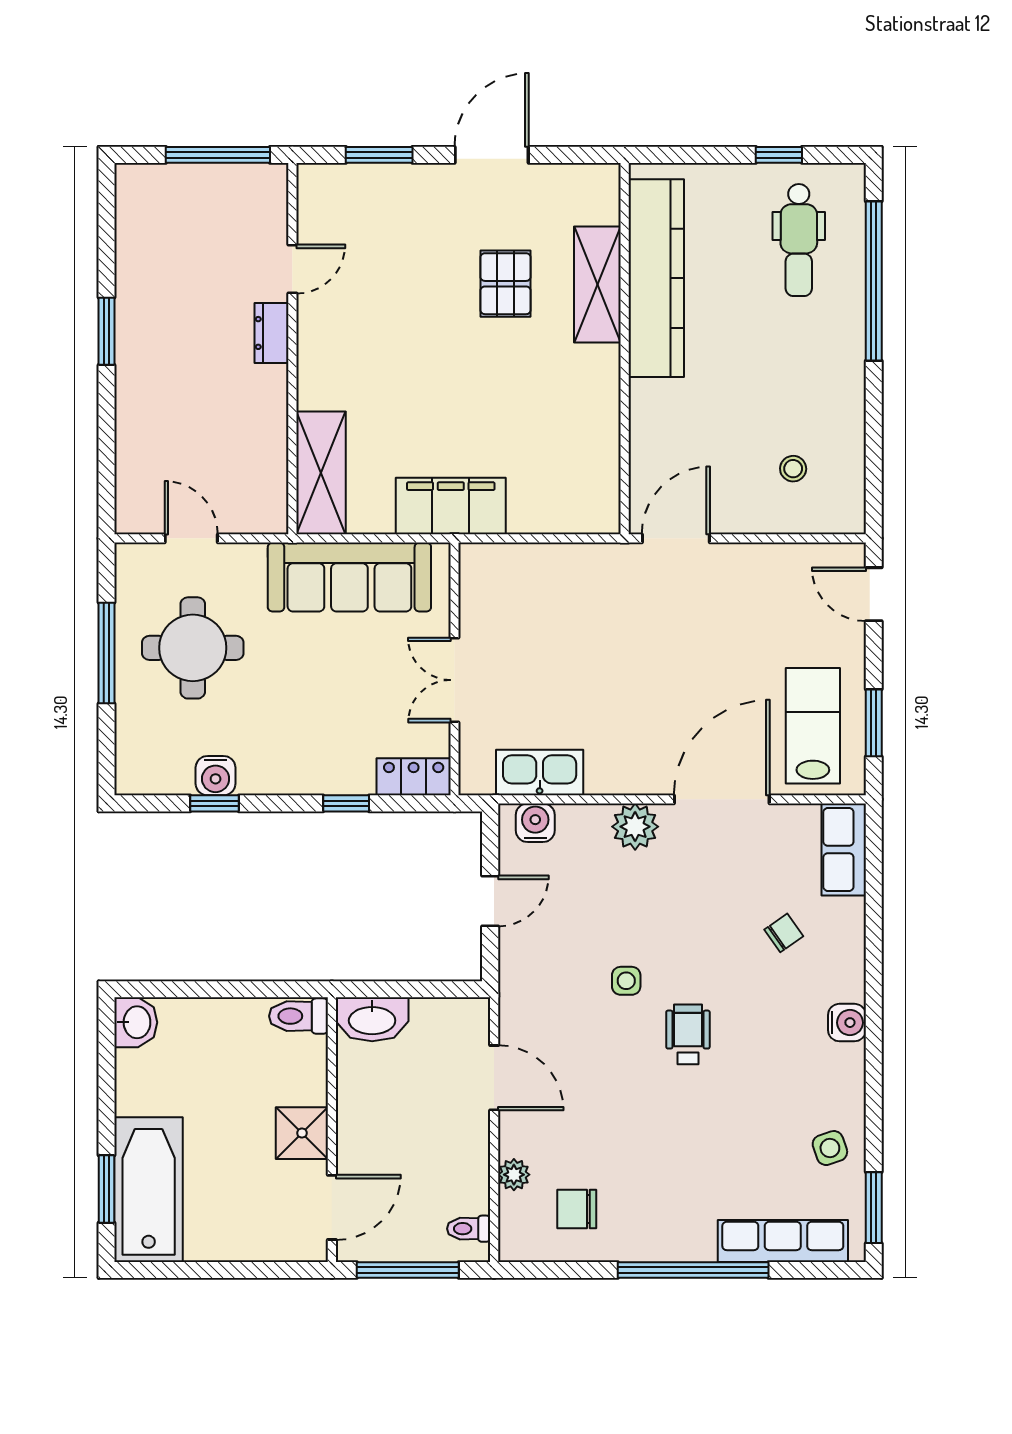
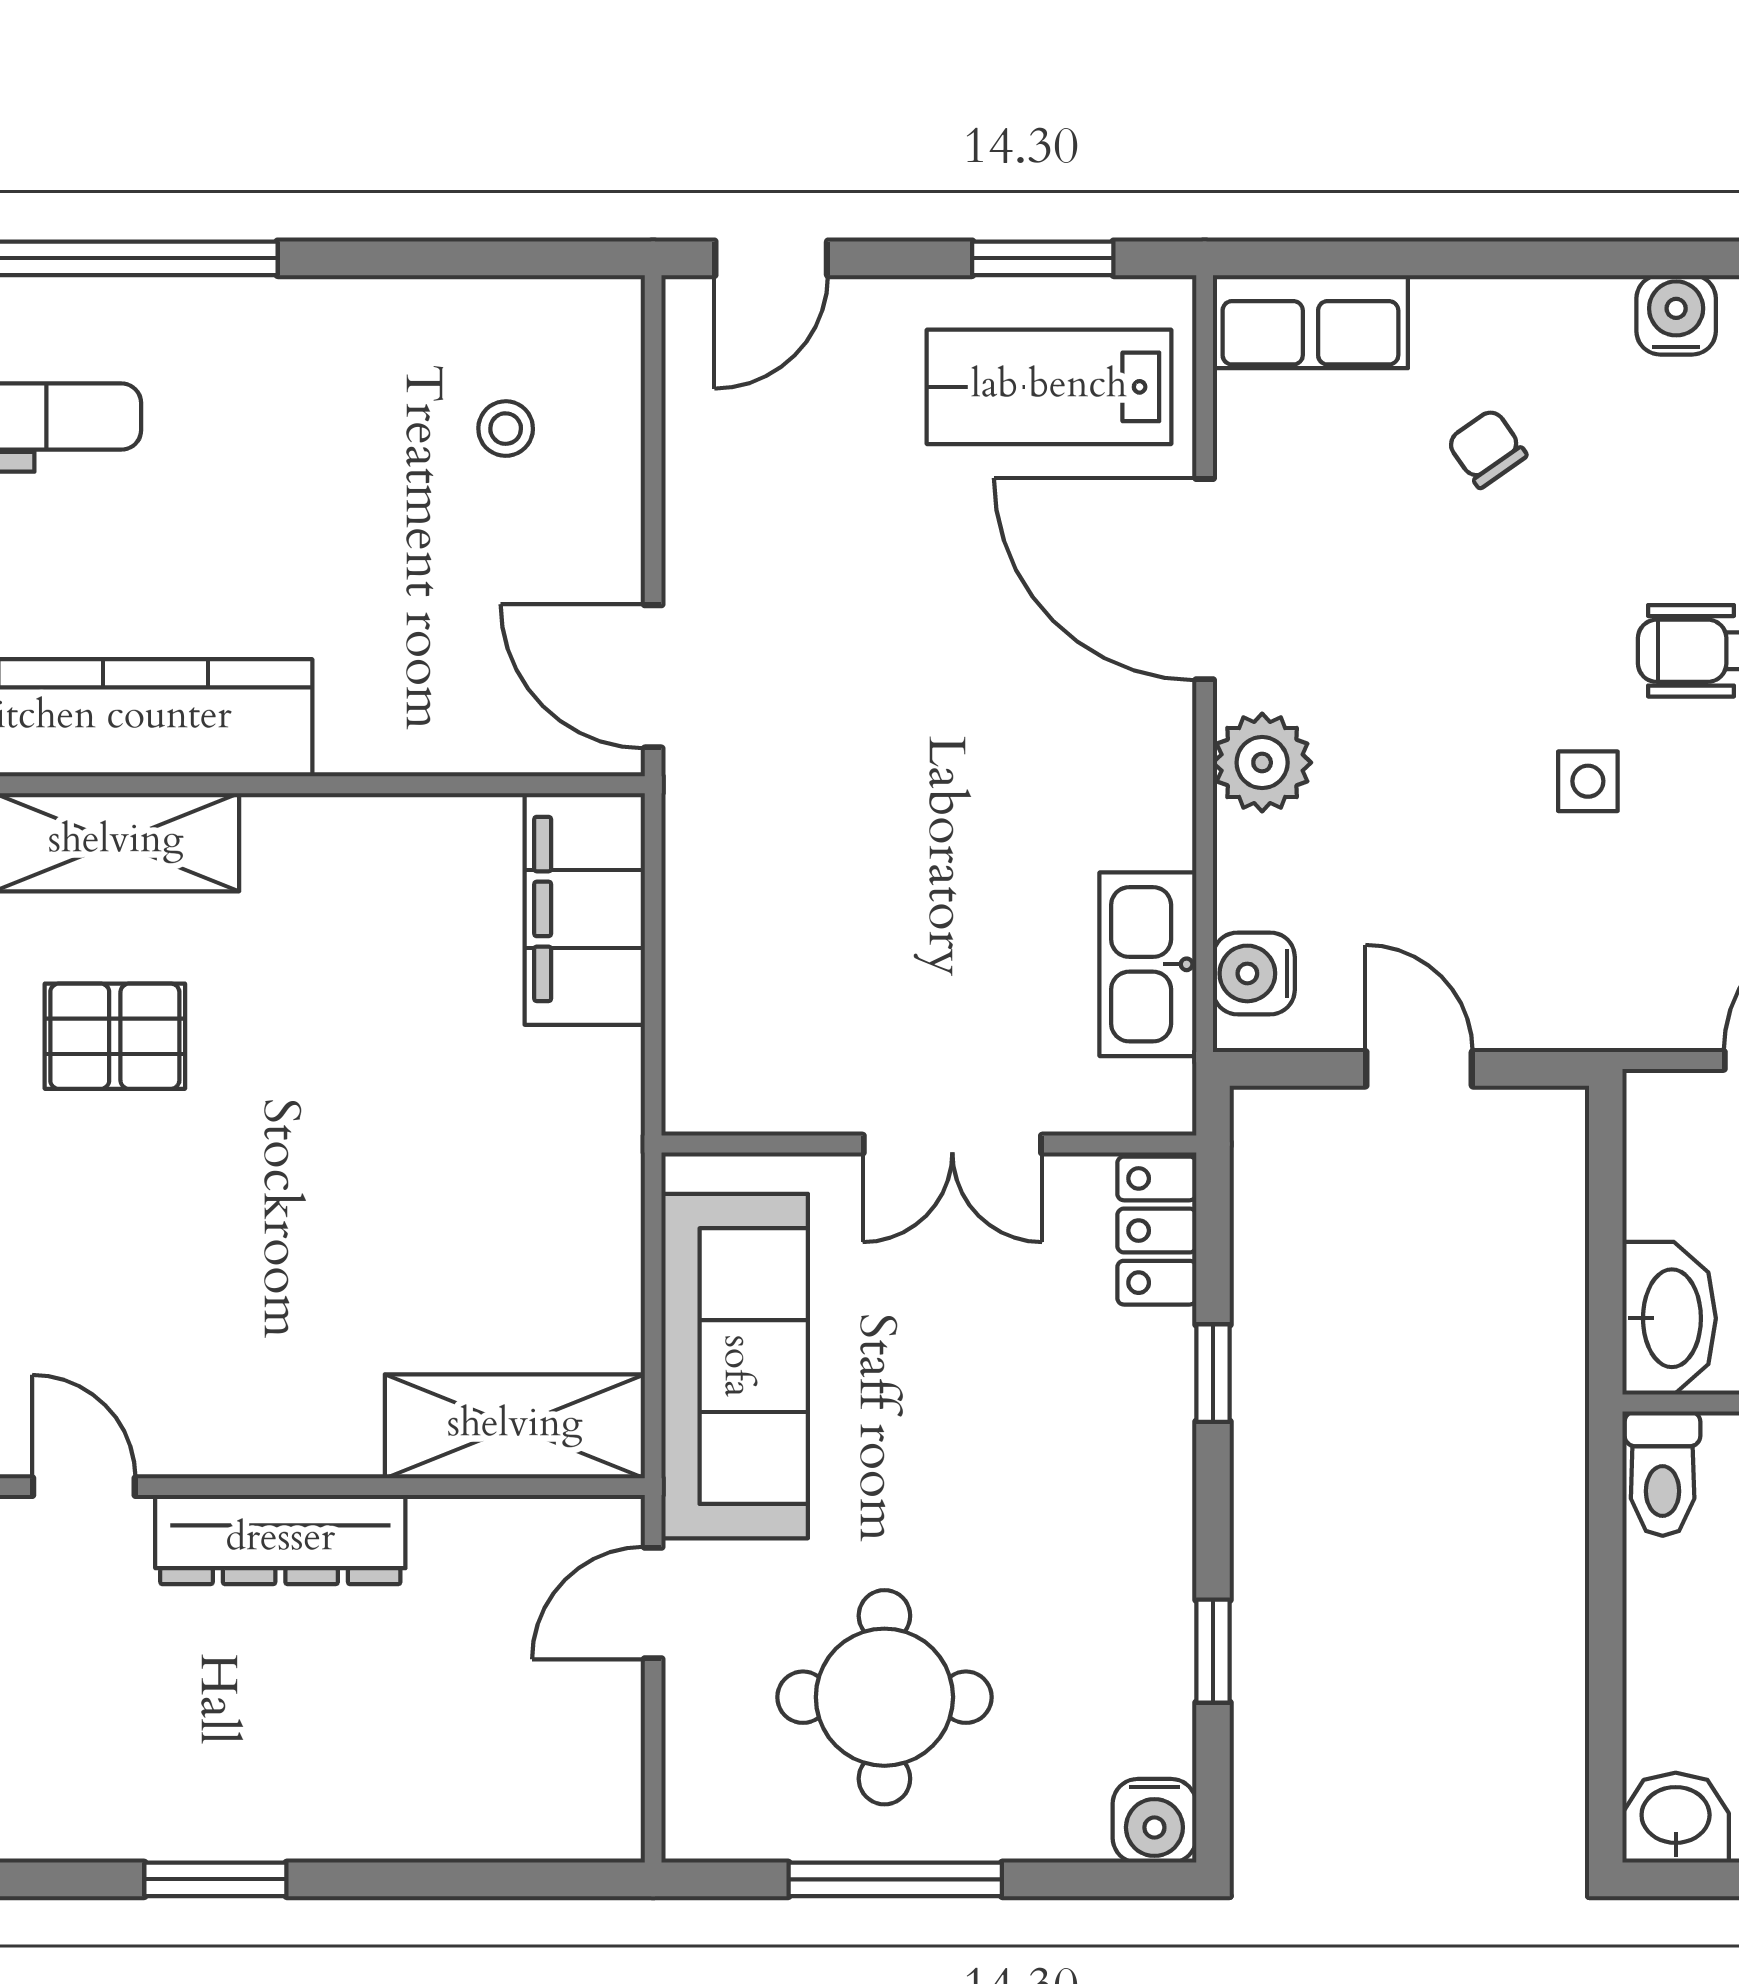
dresser: (271, 333) -> (280, 1540), width x1.96, depth x1.24
filing cabinet: (451, 506) -> (585, 909), moved
door: (191, 538) -> (653, 1603), moved
water cooler: (216, 776) -> (1154, 1821), moved, turned 90

